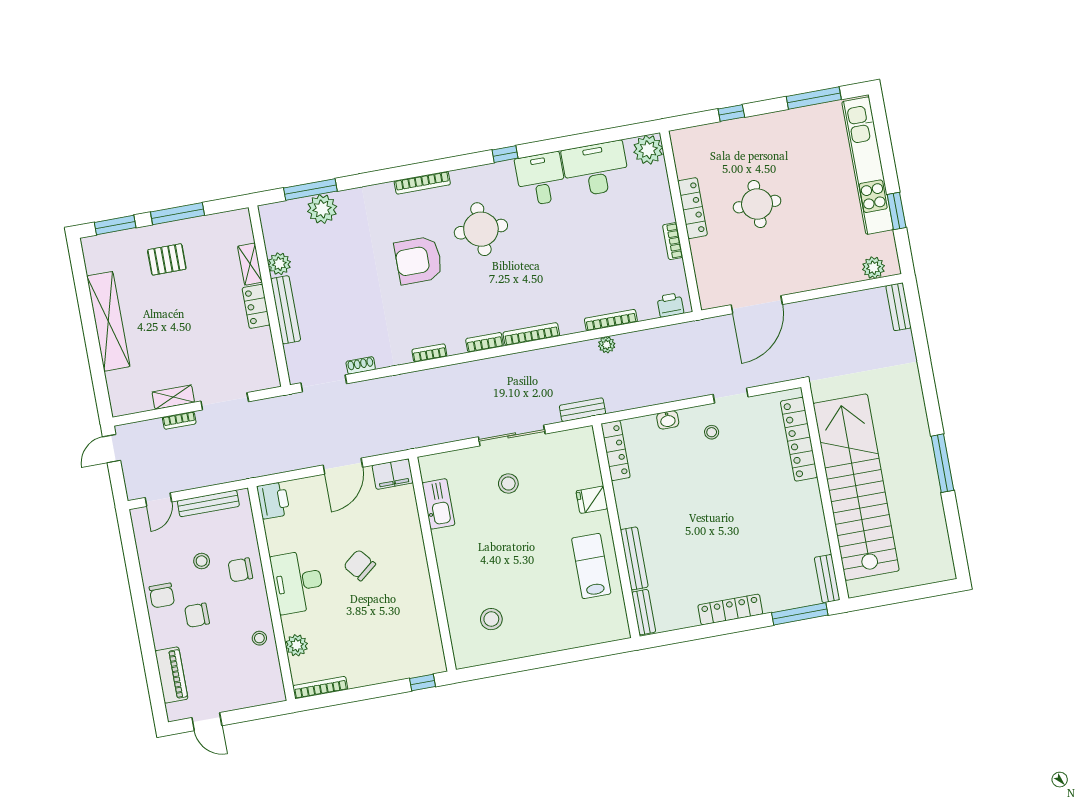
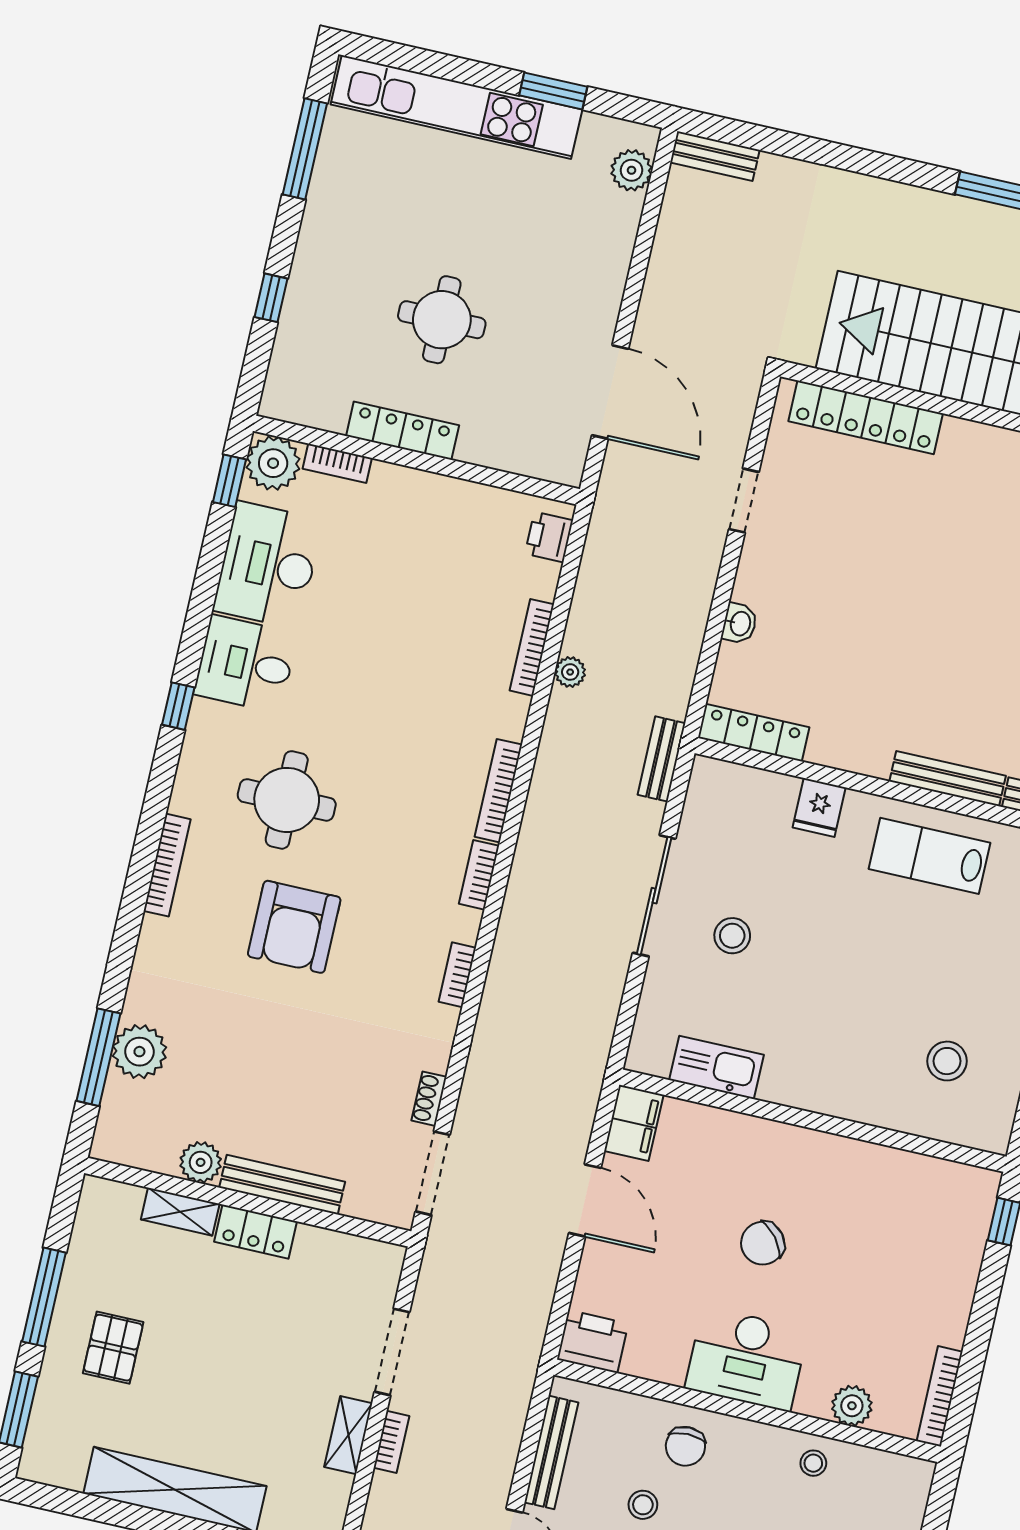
window: (630, 131) -> (229, 481), added
bookcase: (673, 241) -> (337, 463), moved
stool: (712, 432) -> (791, 559), removed

